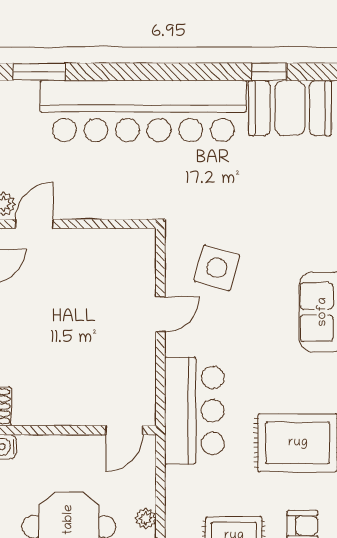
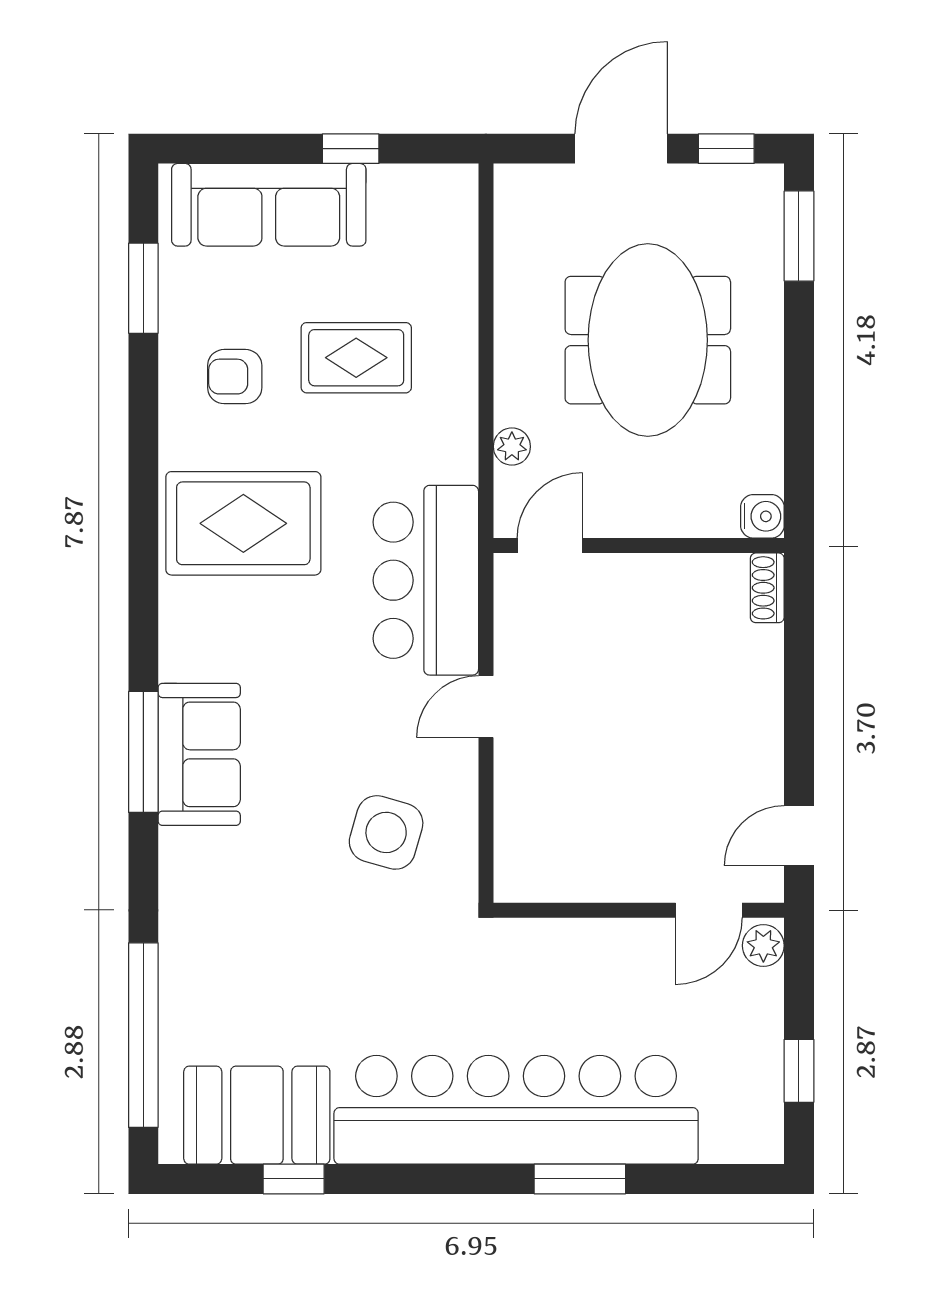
window: (39, 72) -> (580, 1179), moved
door: (160, 314) -> (486, 707), moved
plant: (146, 518) -> (512, 447), moved

